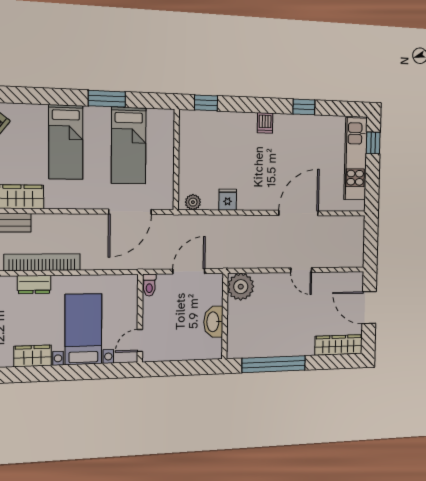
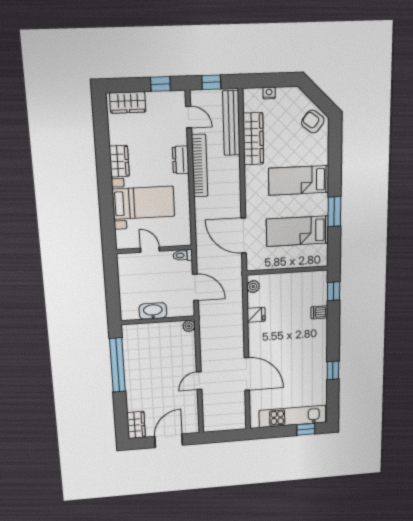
dishwasher: (265, 123) -> (319, 312), moved
plant: (241, 287) -> (189, 326), width x0.53, depth x0.53
door: (140, 341) -> (150, 250), moved
wardrobe: (339, 345) -> (136, 425), width x0.67

